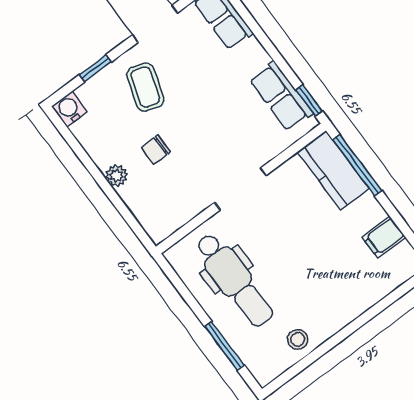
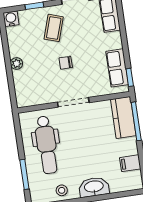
chair: (156, 150) -> (66, 63), moved
washbasin: (346, 306) -> (94, 187), added

